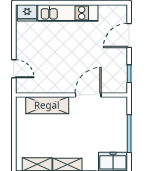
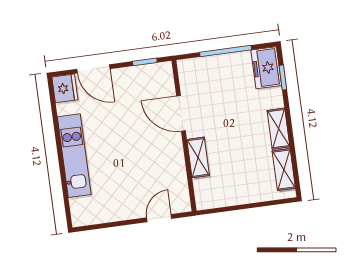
fridge: (27, 13) -> (65, 88), moved
shelving: (47, 105) -> (198, 157), width x0.67, depth x0.75

